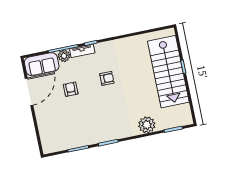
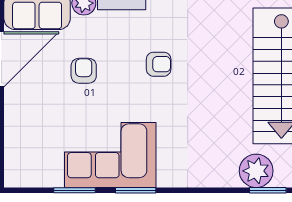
plant: (147, 125) -> (256, 171), moved
corner sofa: (92, 128) -> (110, 155), added

